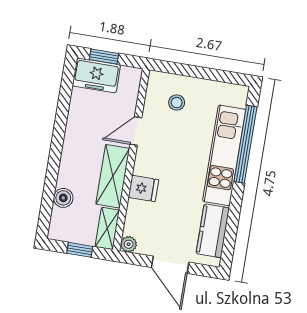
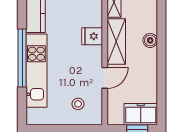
window: (245, 144) -> (22, 58), moved
boiler: (63, 198) -> (150, 40), moved

